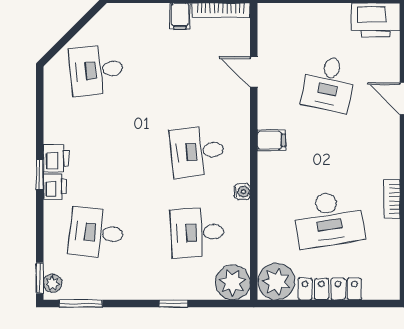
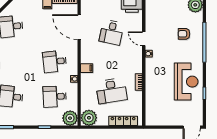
door: (254, 72) -> (79, 27), width x1.88
filing cabinet: (271, 140) -> (87, 68), moved
locker: (330, 289) -> (123, 121), moved

